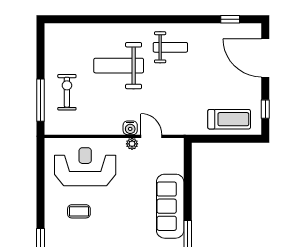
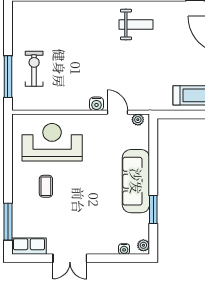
weight bench: (119, 66) -> (85, 43), removed
plant: (132, 144) -> (138, 120), moved
coffee table: (79, 211) -> (46, 186), turned 90

